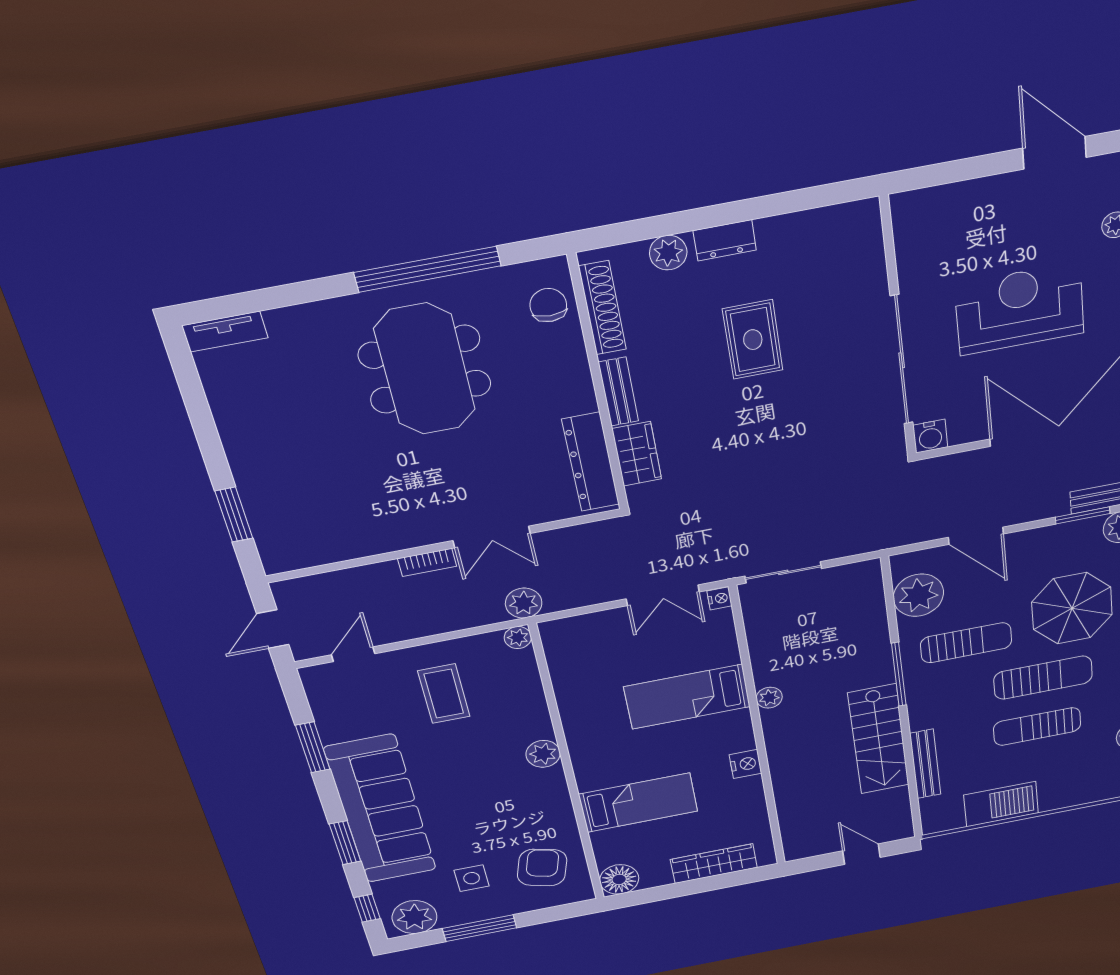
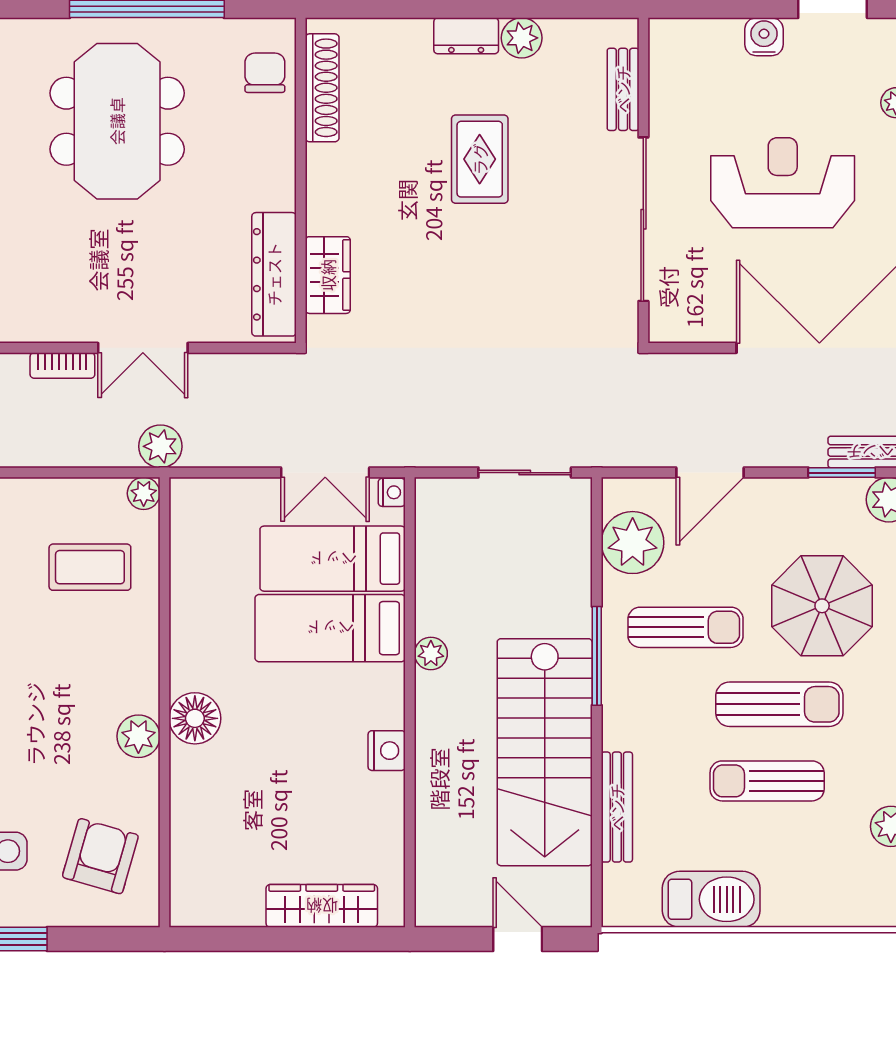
plant: (668, 253) -> (522, 38), moved
bench: (618, 392) -> (623, 89), moved
water cooler: (930, 436) -> (764, 37), moved, turned 180
door: (976, 536) -> (710, 473), hinge flipped
sliding door: (783, 572) -> (525, 473), moved
coffee table: (444, 694) -> (90, 567), moved, turned 90
stairs: (879, 739) -> (545, 752), width x1.36, depth x1.51
plant: (543, 754) -> (138, 736), moved
bed: (638, 803) -> (333, 559), moved, turned 180
floor lamp: (619, 879) -> (195, 718), moved

